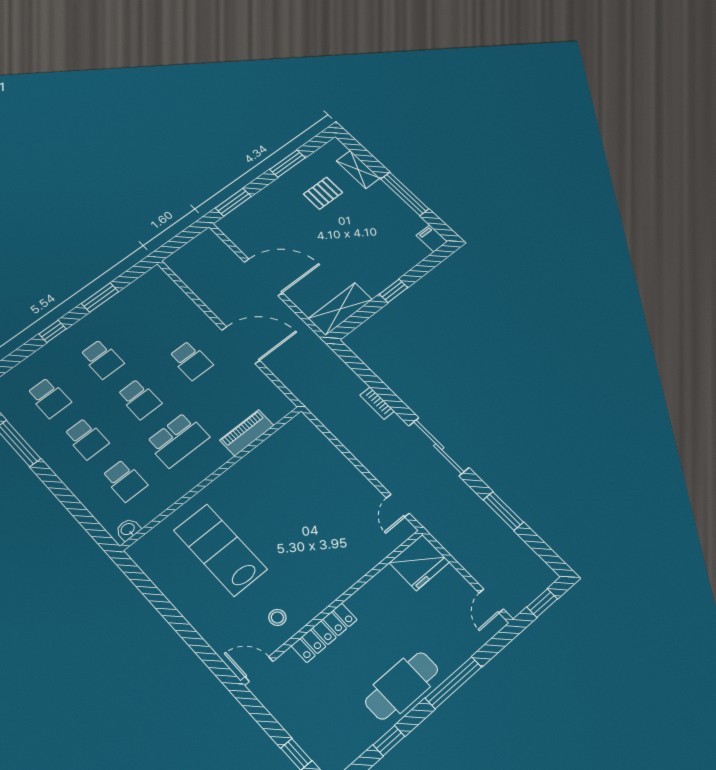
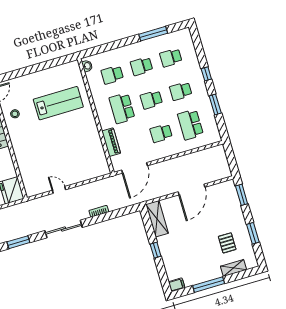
school desk: (153, 321) -> (190, 125), added
door: (241, 345) -> (135, 168), moved
door: (398, 506) -> (59, 190), moved

